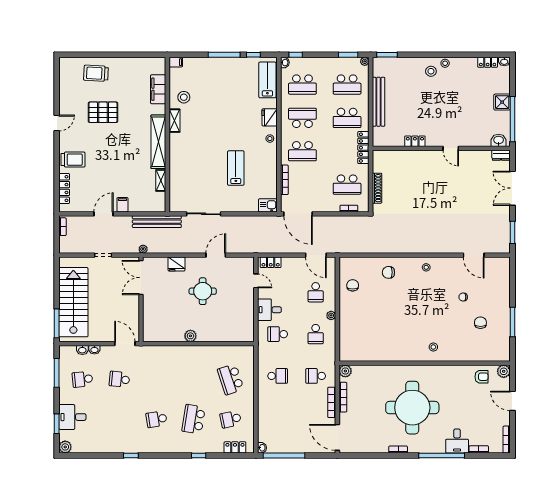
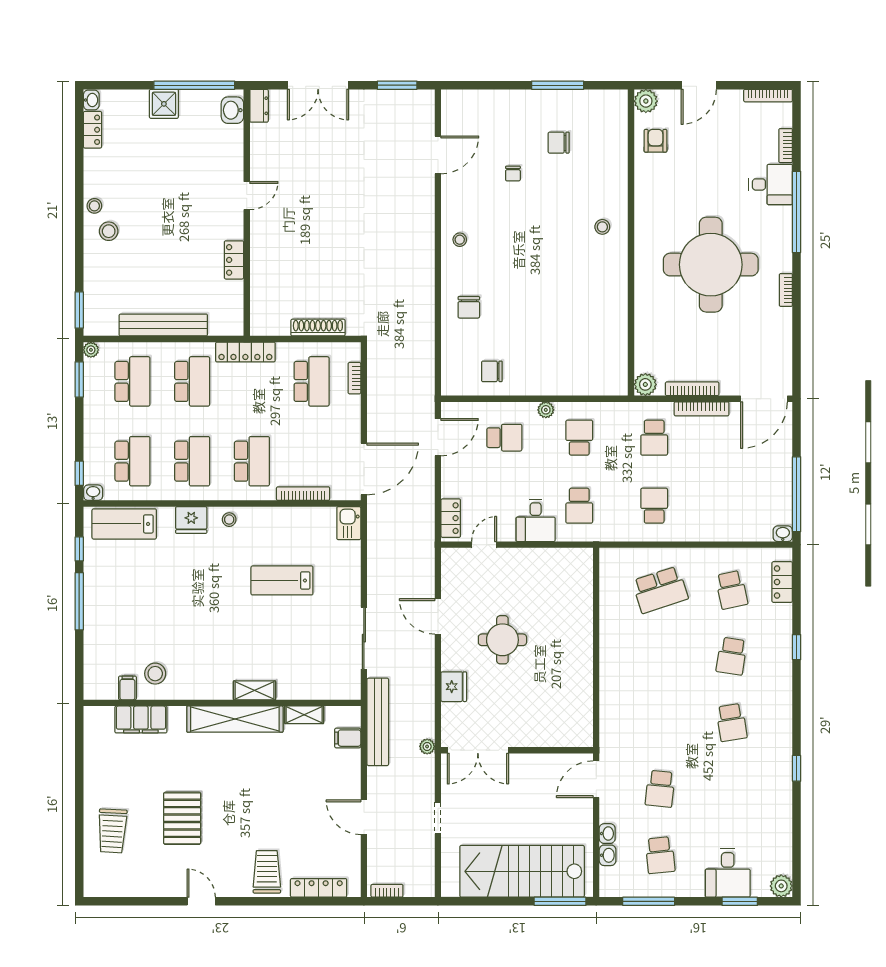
filing cabinet: (176, 62) -> (127, 688), moved
school desk: (302, 118) -> (192, 461), turned 180
shelving: (174, 121) -> (254, 690), moved
filing cabinet: (122, 205) -> (348, 738), moved
school desk: (316, 334) -> (579, 438), turned -90
plant: (190, 336) -> (582, 662), removed
school desk: (194, 419) -> (732, 656), width x0.54

